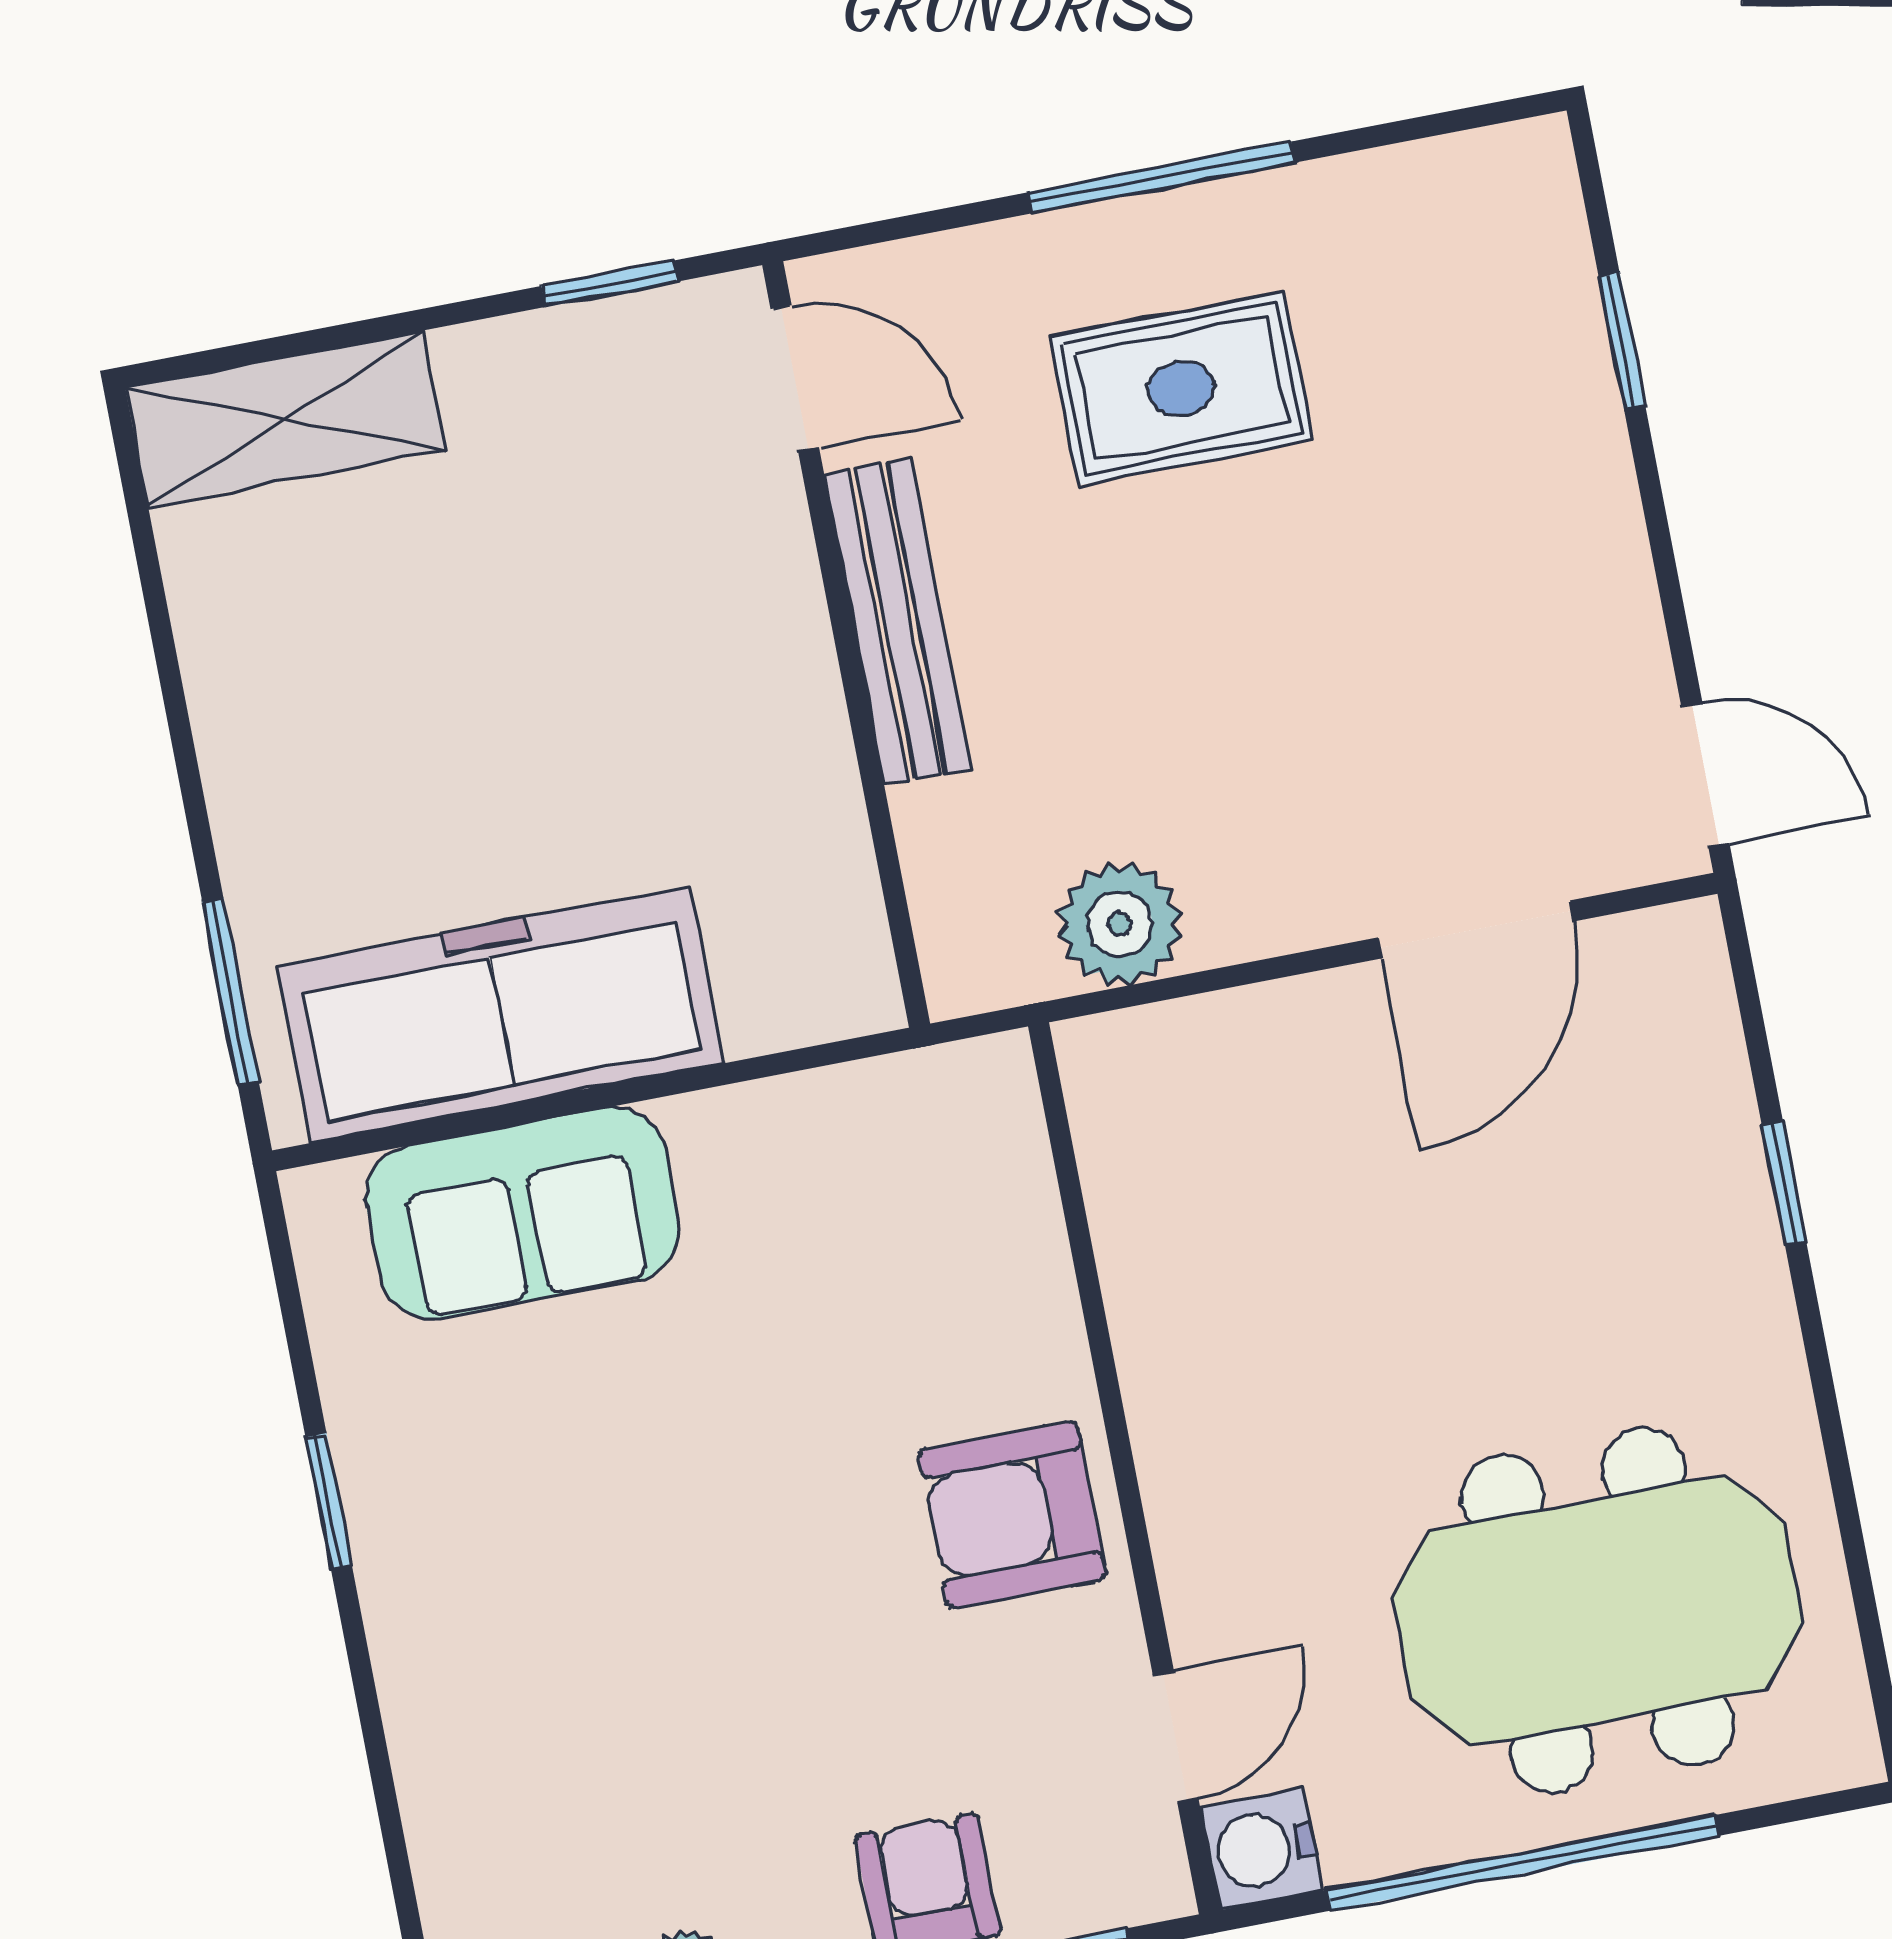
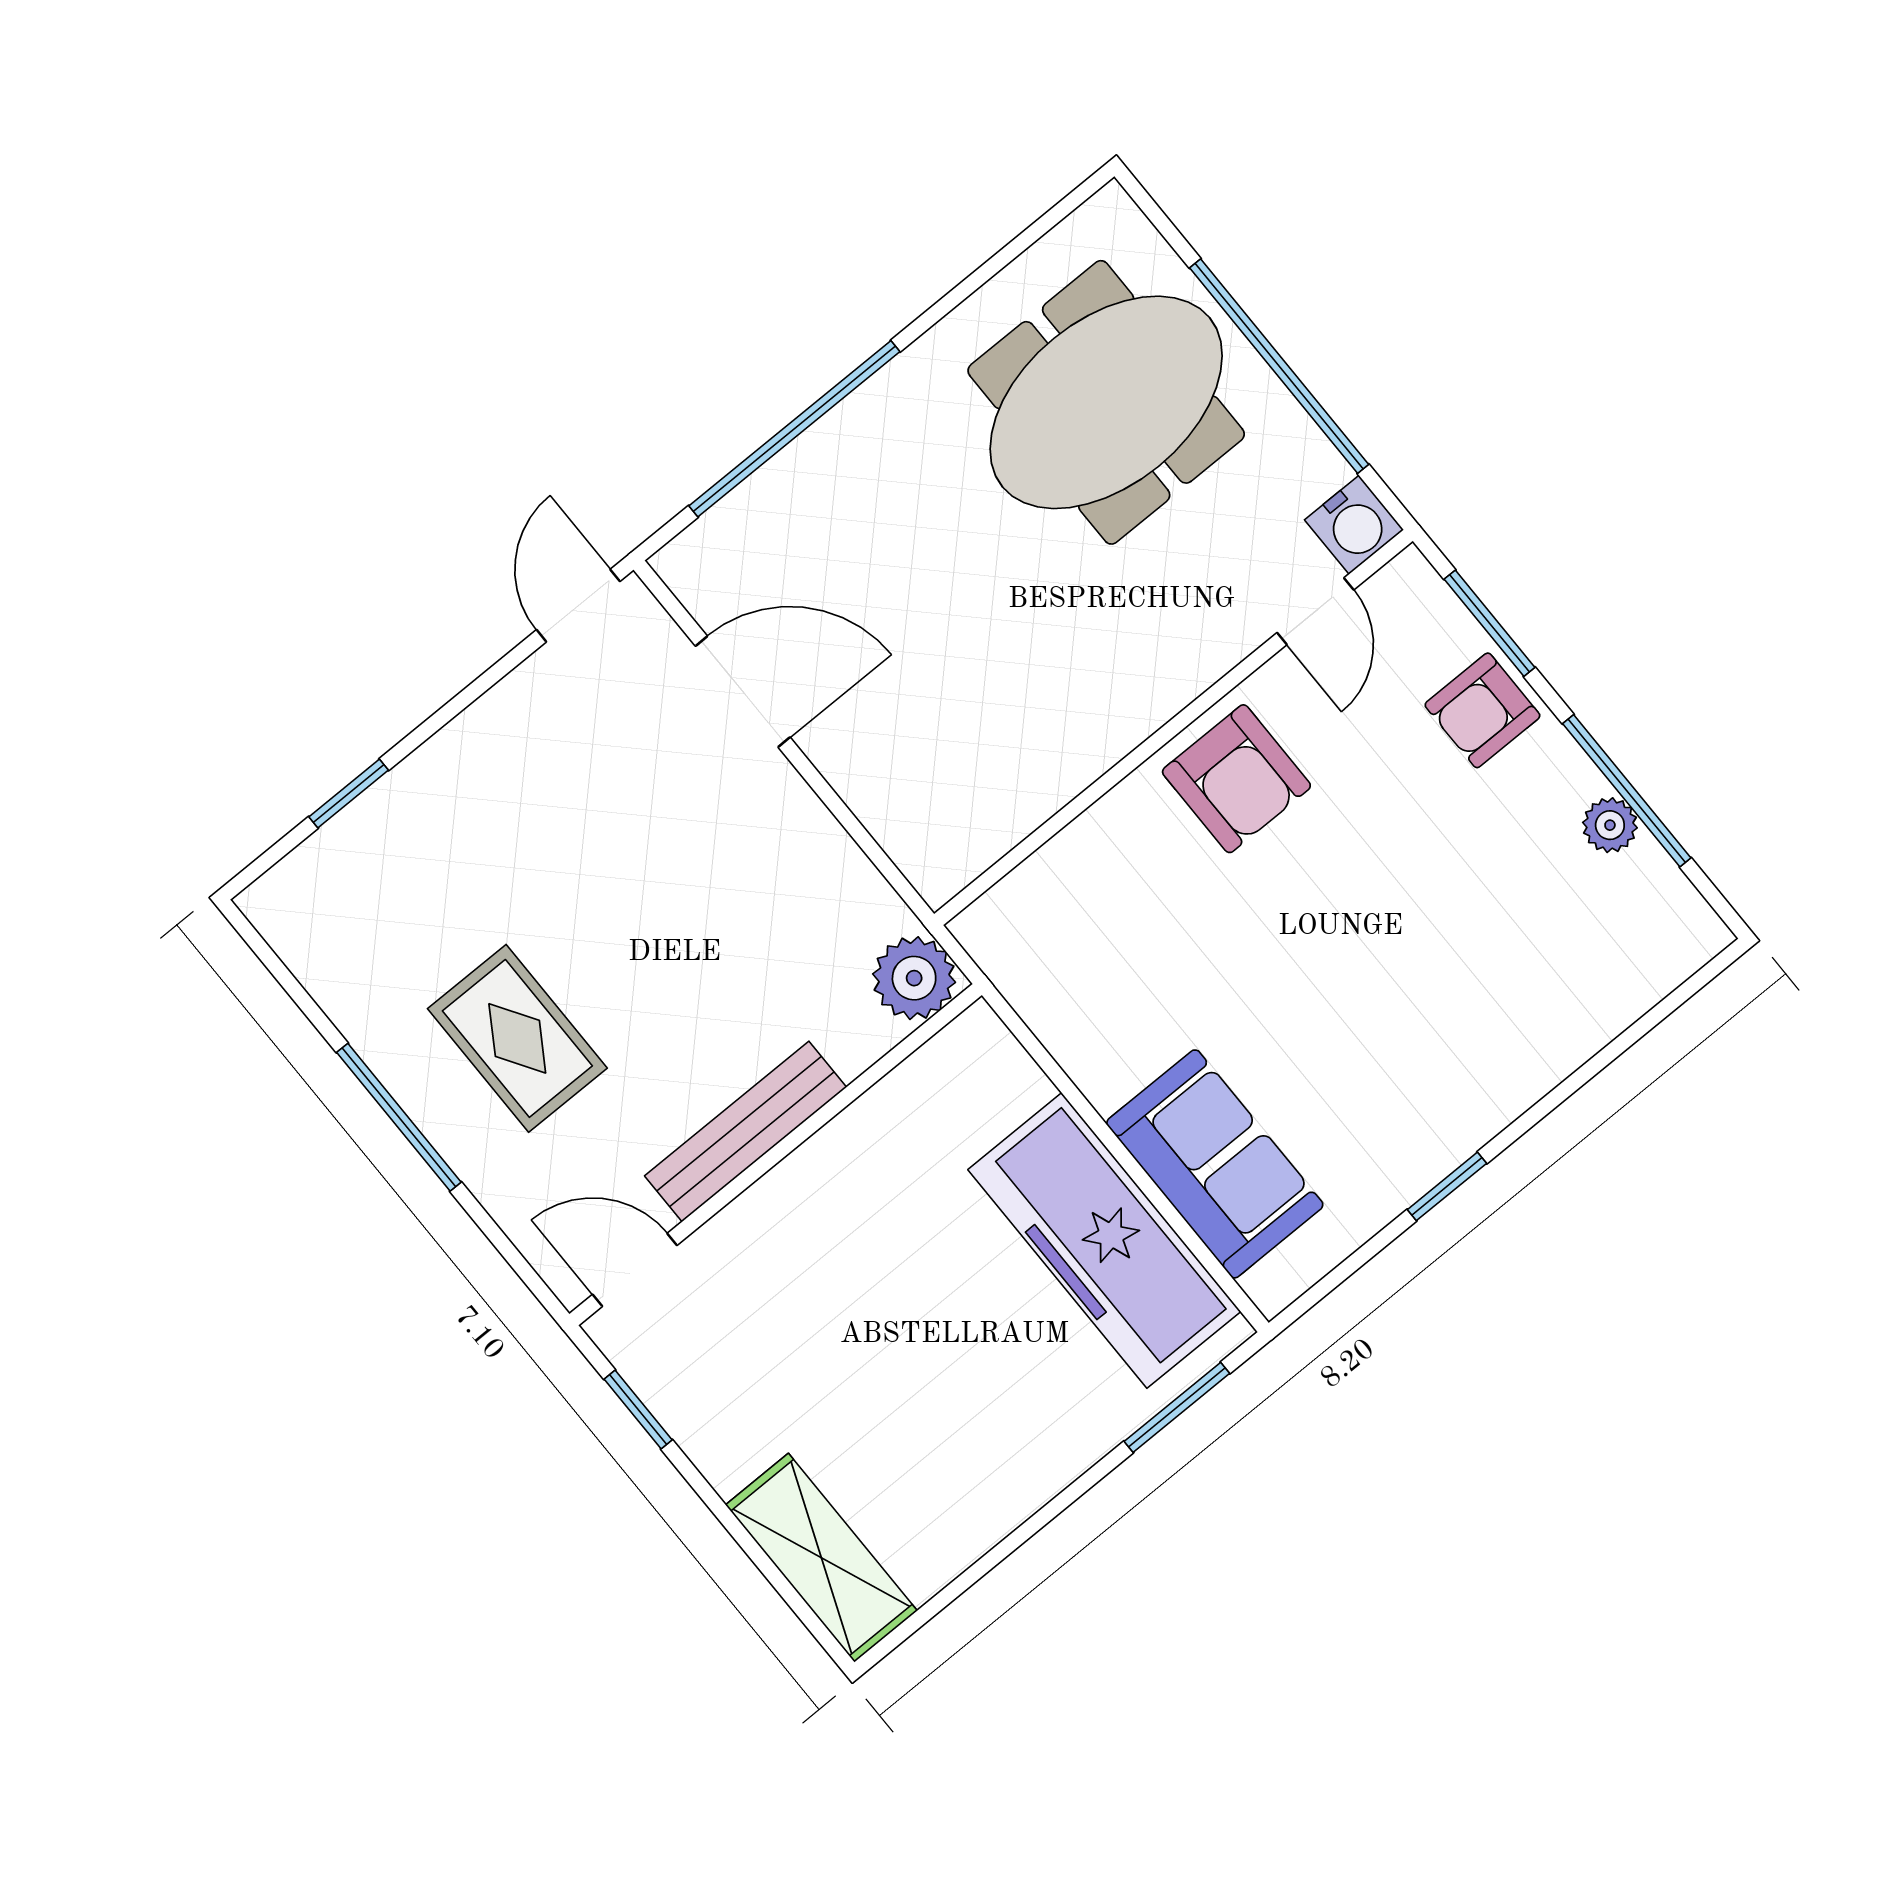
door: (795, 378) -> (635, 1270), hinge flipped
plant: (1120, 924) -> (914, 978), moved
window: (1784, 1183) -> (794, 429), width x3.17
meeting table: (1598, 1611) -> (1106, 402), turned 90
door: (1176, 1737) -> (1315, 611), swing flipped

